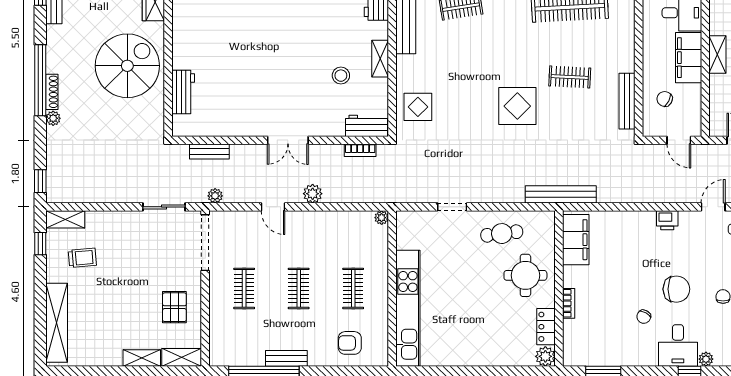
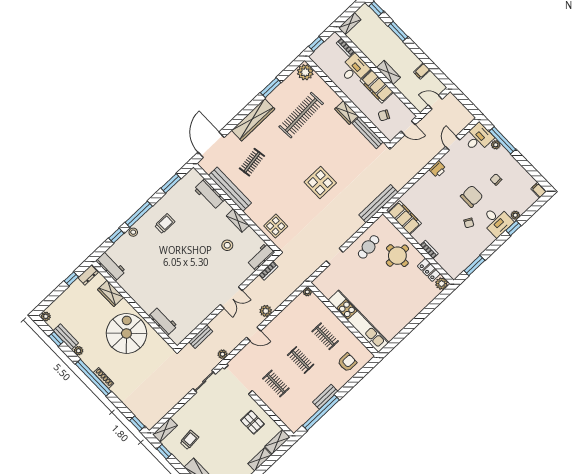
wardrobe: (625, 54) -> (347, 112), added
clothes rail: (570, 77) -> (331, 147), removed
plant: (53, 118) -> (79, 351), moved
armchair: (350, 343) -> (347, 362), turned 180

